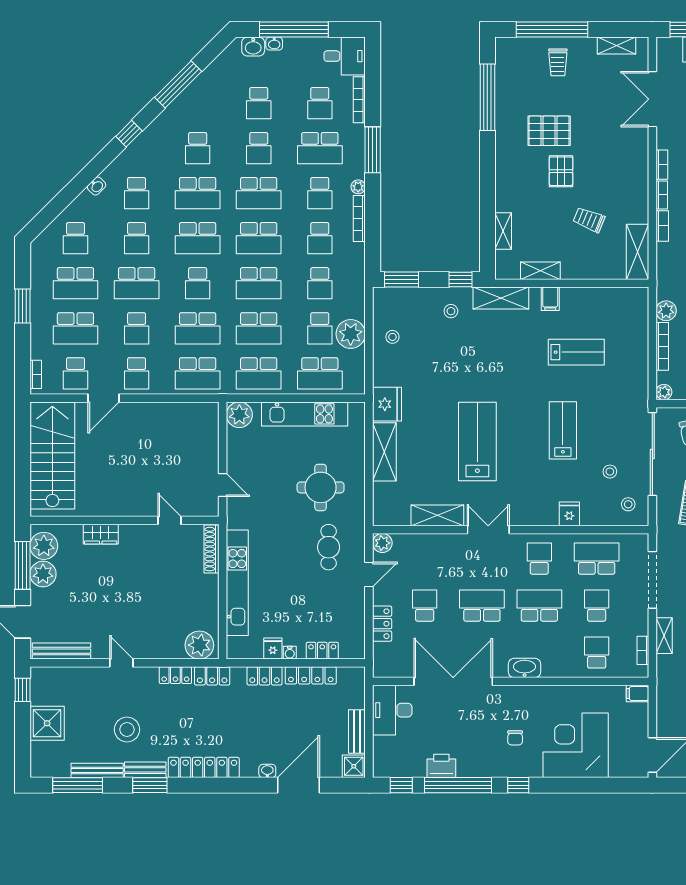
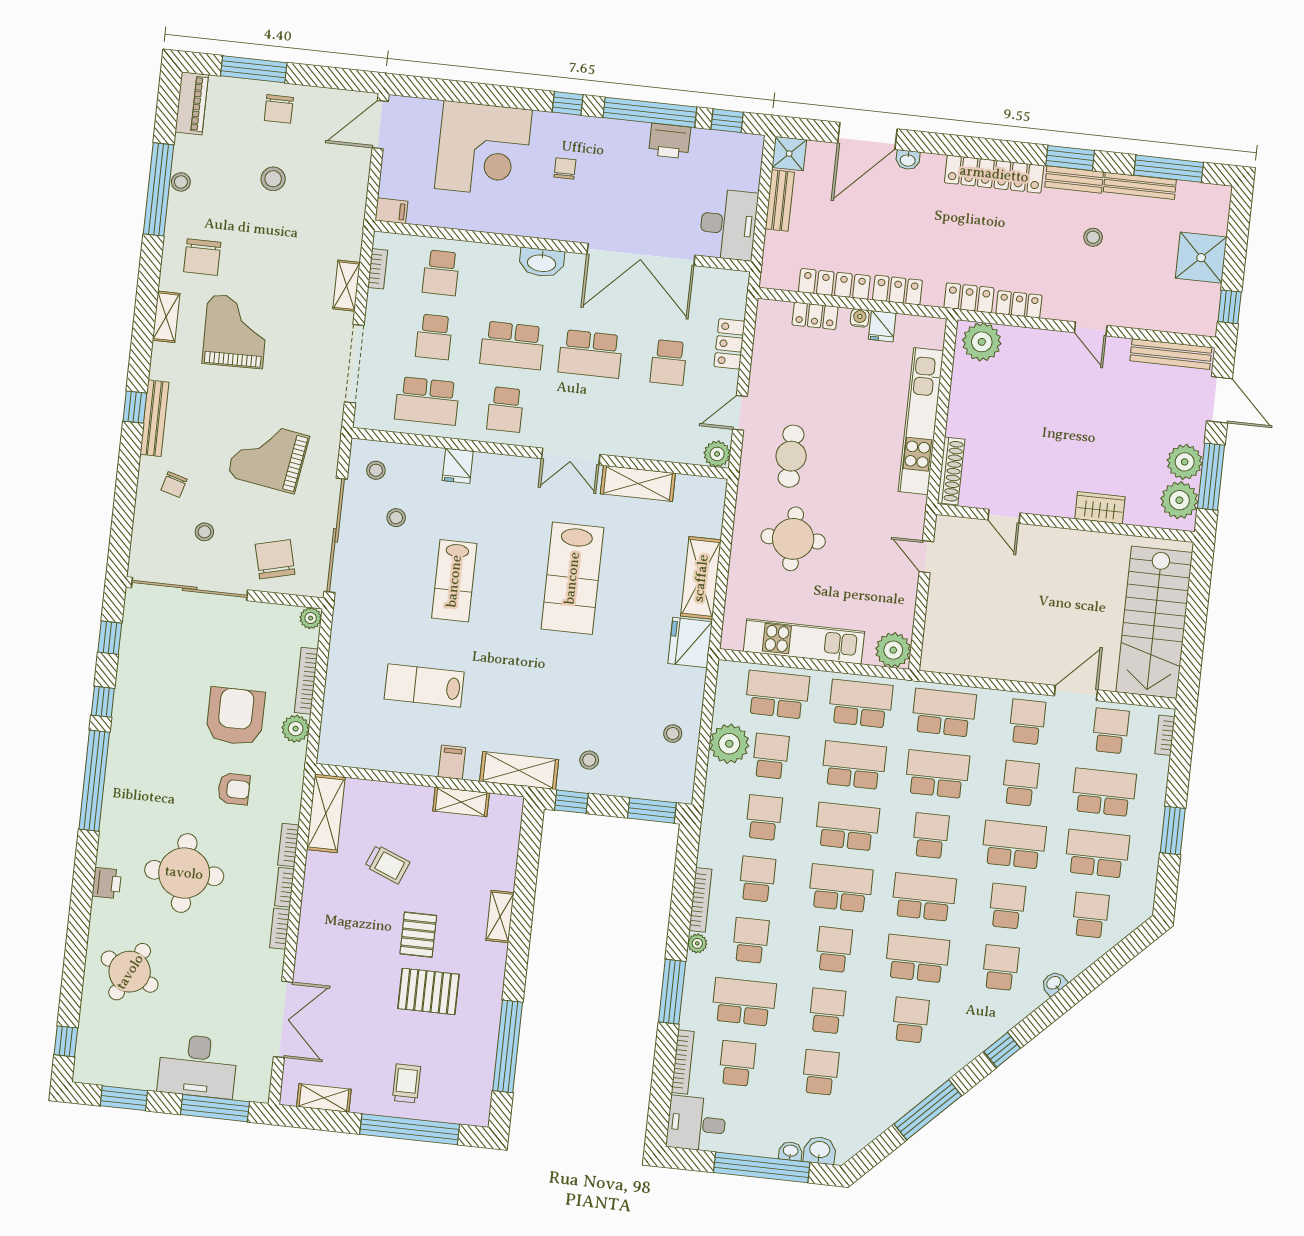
school desk: (259, 193) -> (834, 949), width x0.54
shelving: (503, 231) -> (500, 916), moved
stool: (127, 730) -> (1093, 237), width x0.53, depth x0.53

